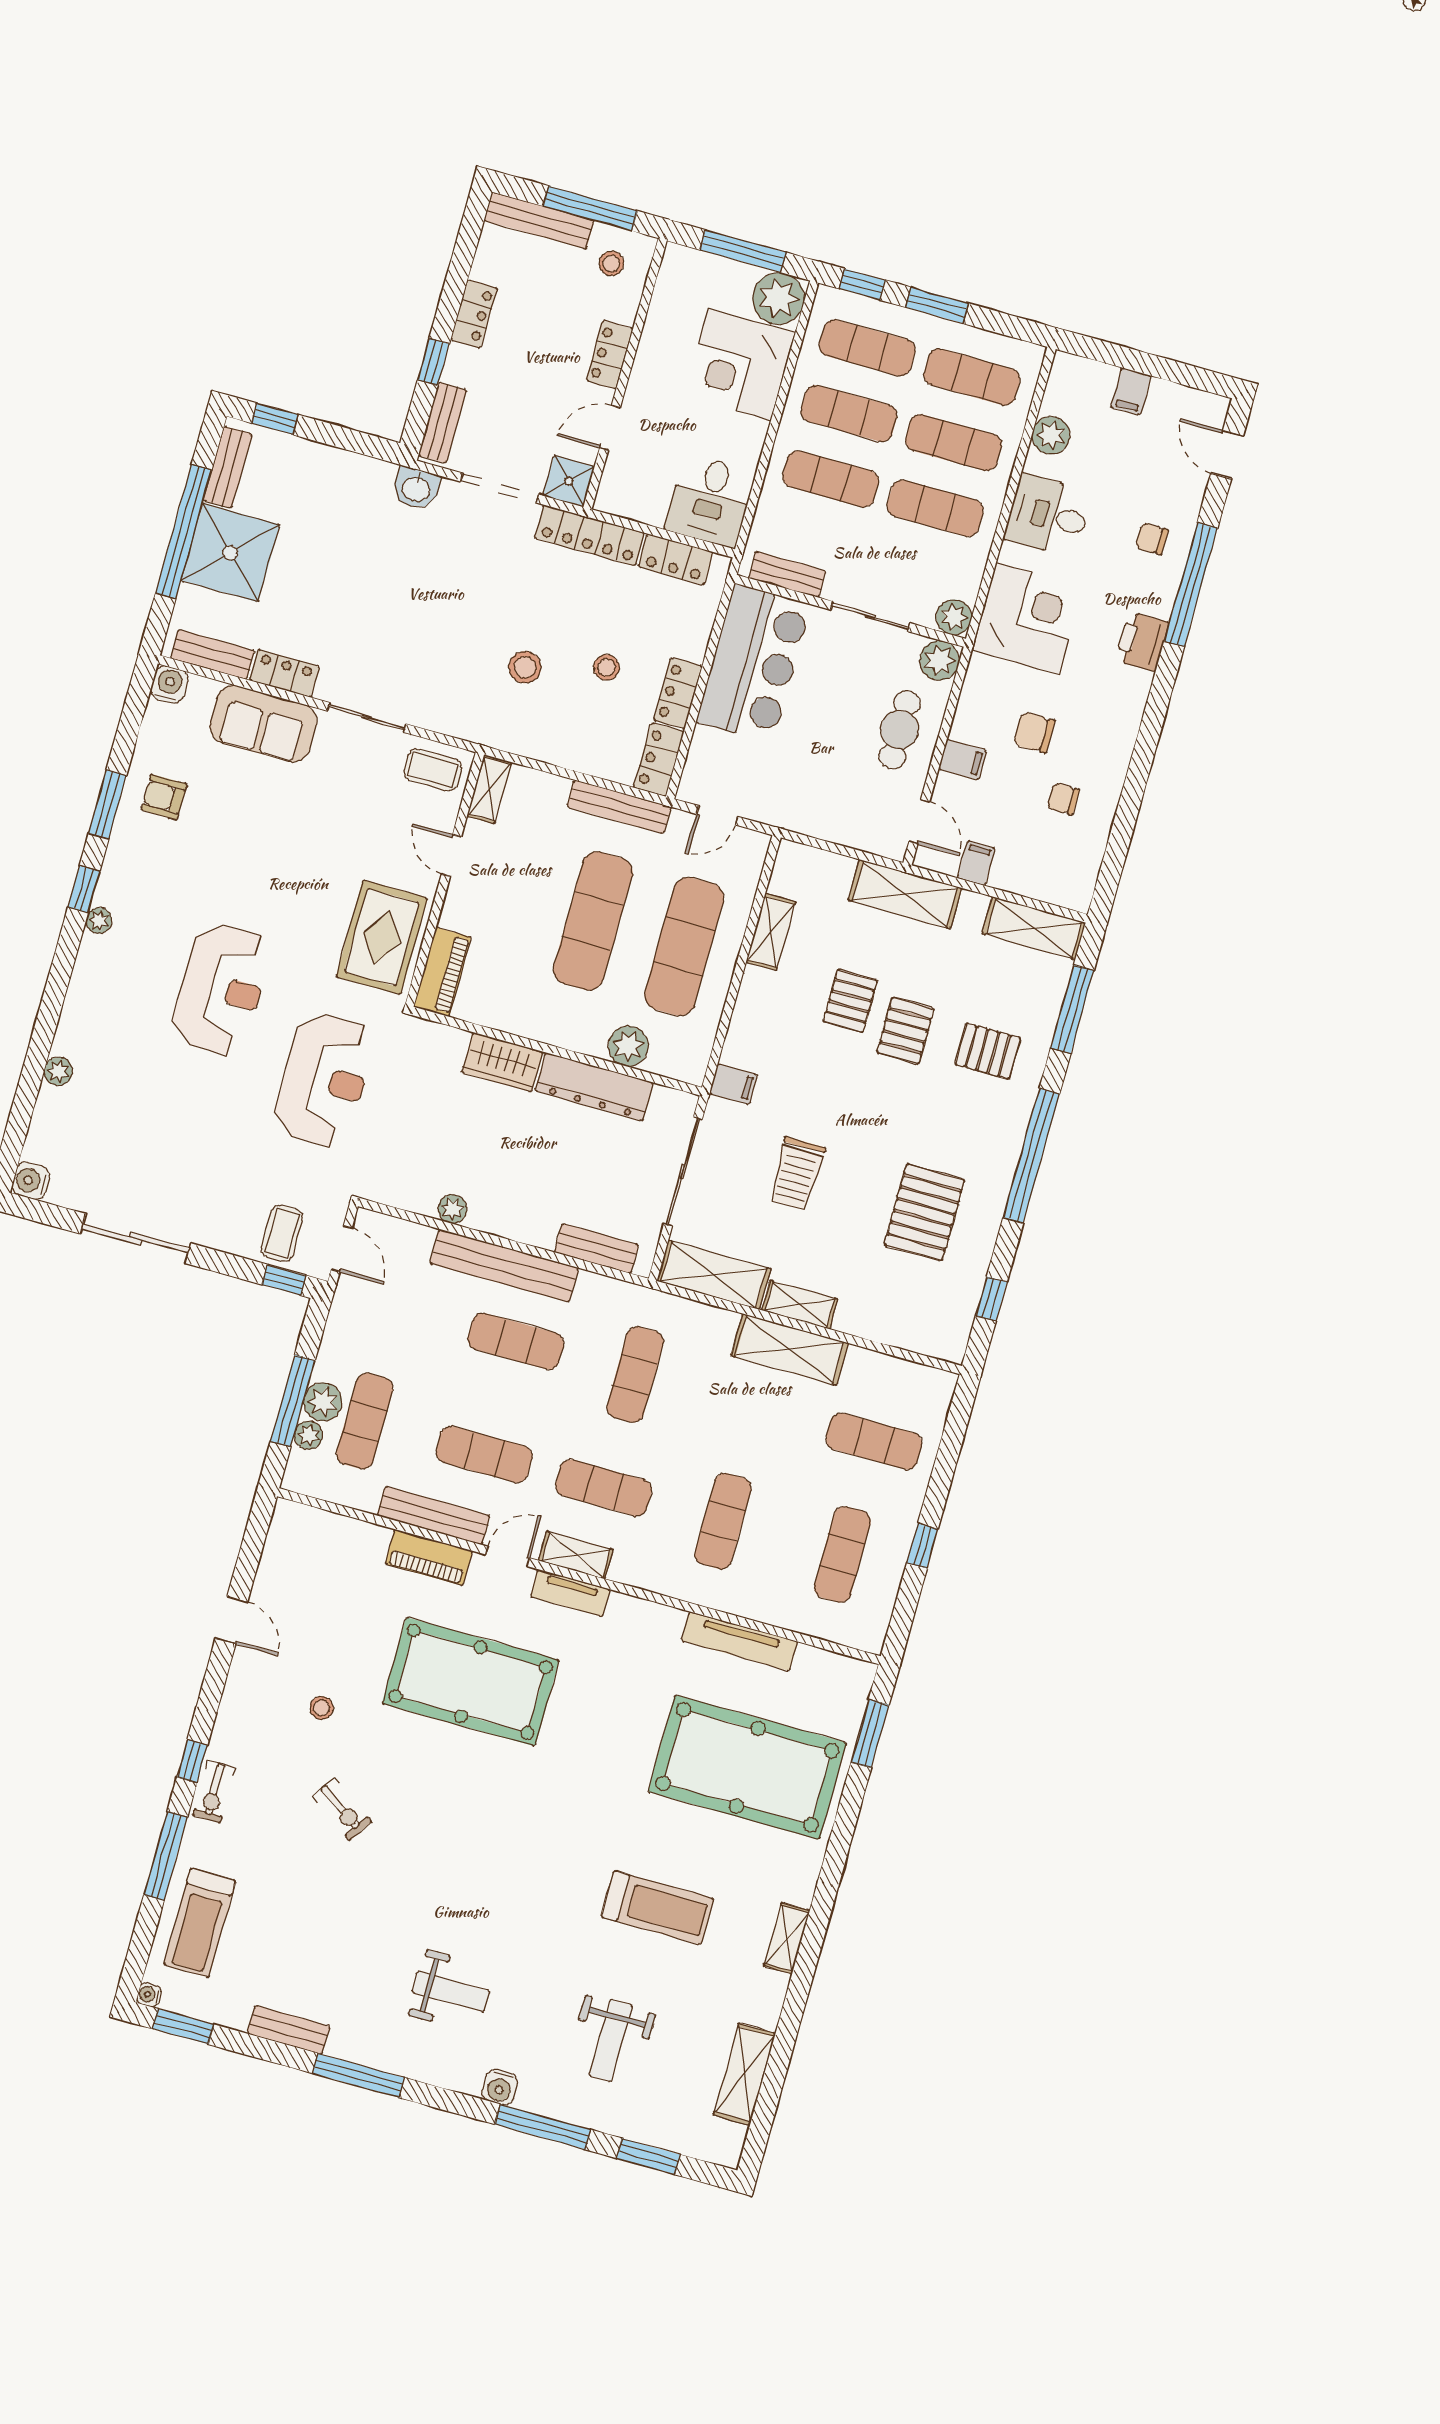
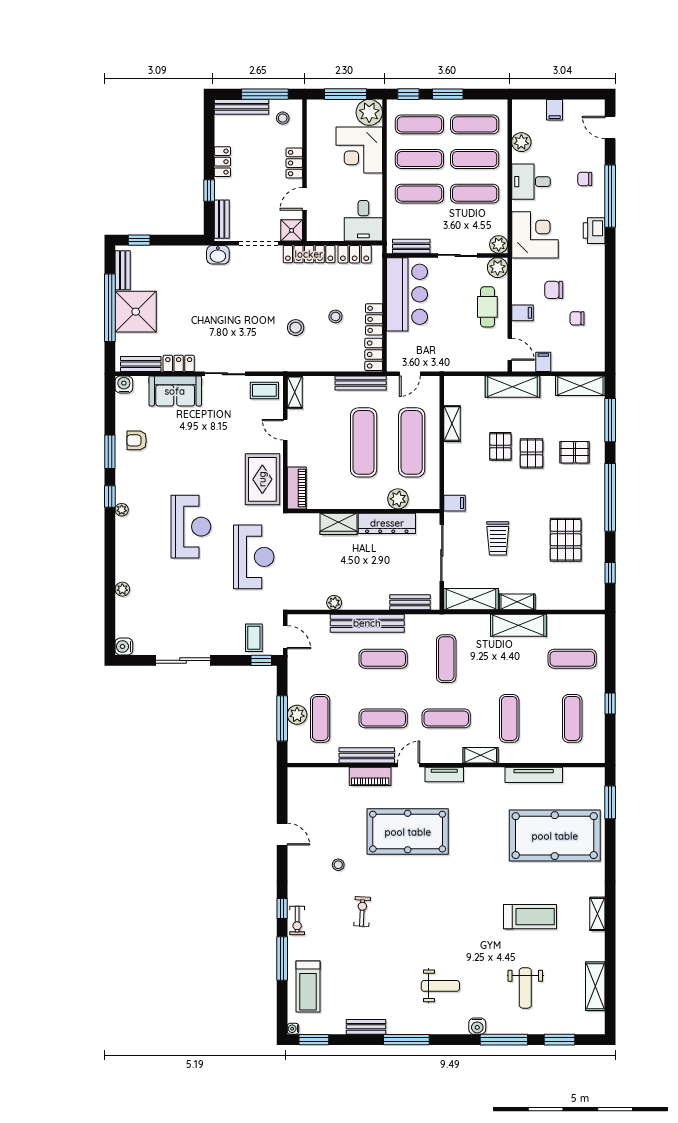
plant: (309, 1435) -> (295, 733), removed
shelving: (576, 1555) -> (481, 755), moved
exercise bike: (342, 1809) -> (362, 912), turned -121

